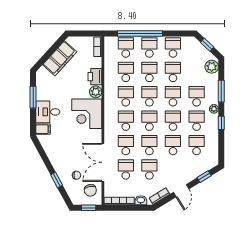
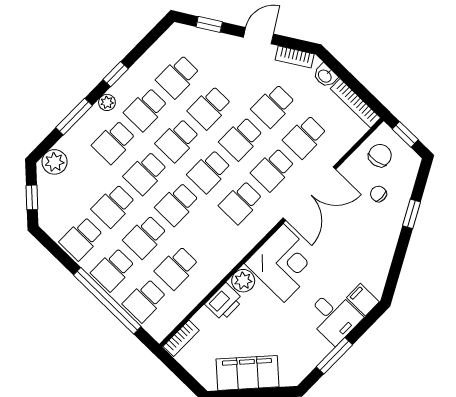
school desk: (126, 96) -> (209, 235), removed
double door: (103, 162) -> (309, 194), moved

